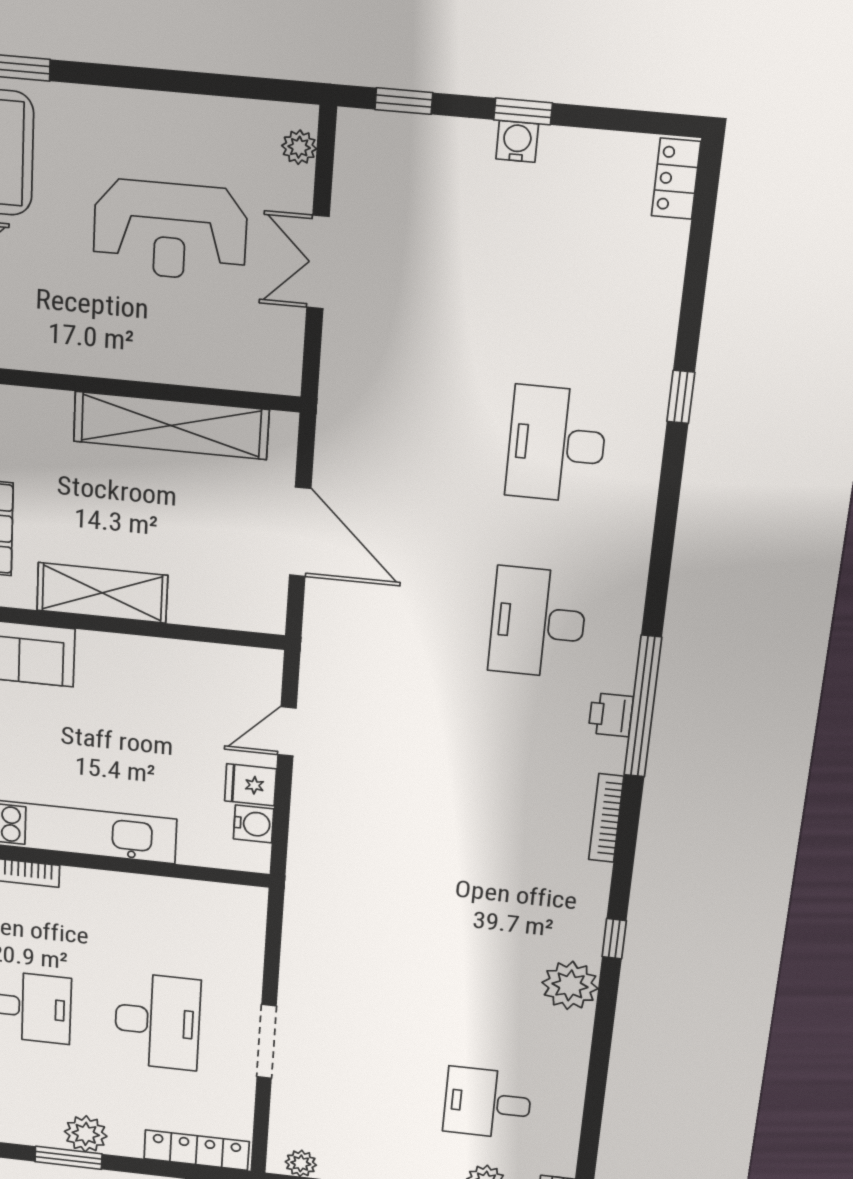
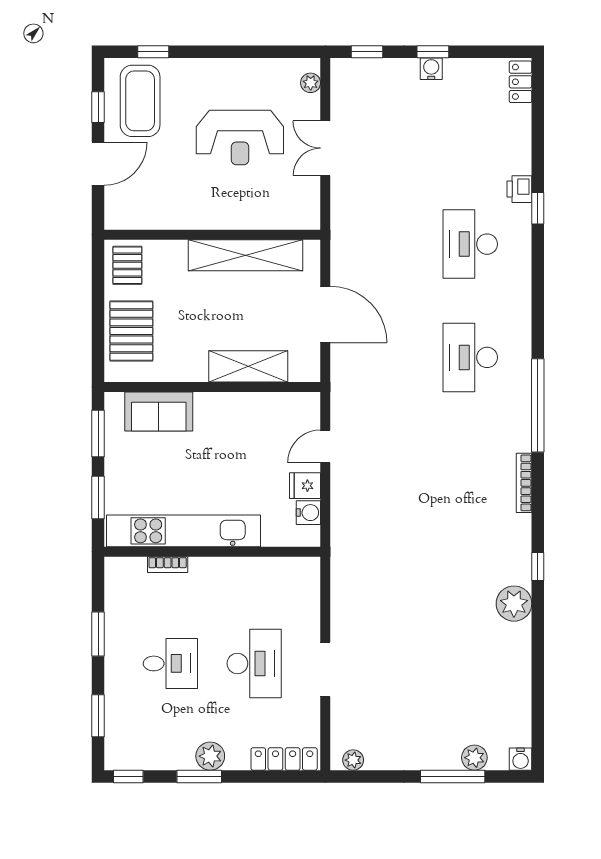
shelving: (102, 593) -> (248, 366), moved
printer: (611, 715) -> (519, 189), moved
desk: (488, 1103) -> (470, 697), removed

